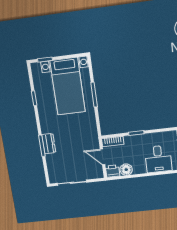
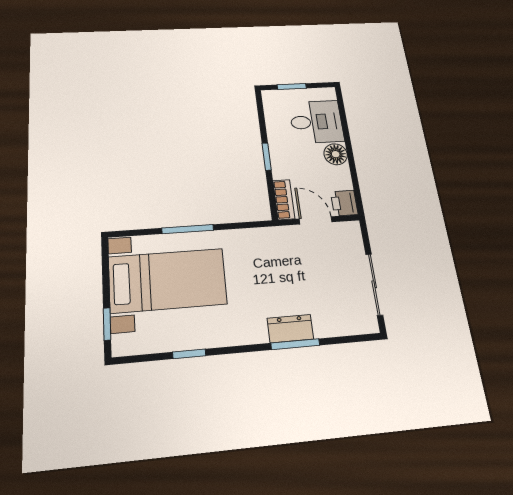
door: (103, 157) -> (316, 220), swing flipped
floor lamp: (126, 170) -> (336, 154), moved

